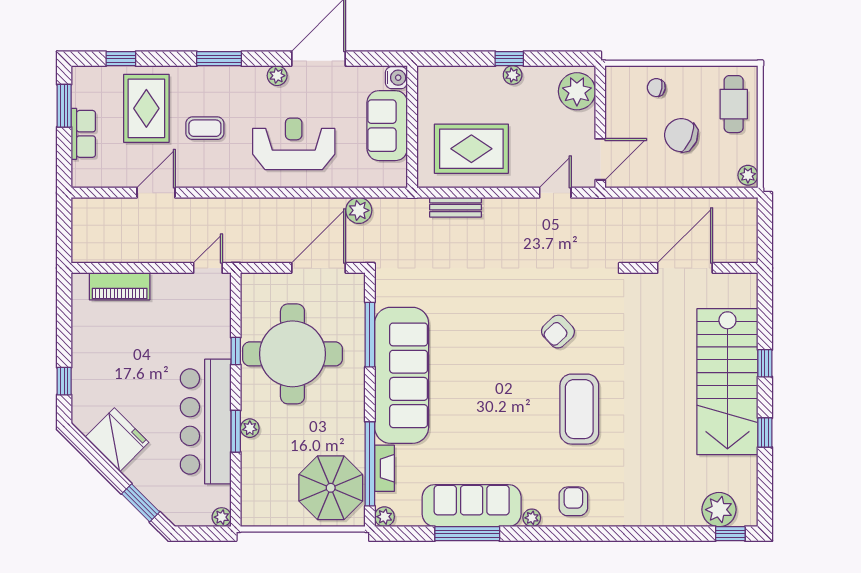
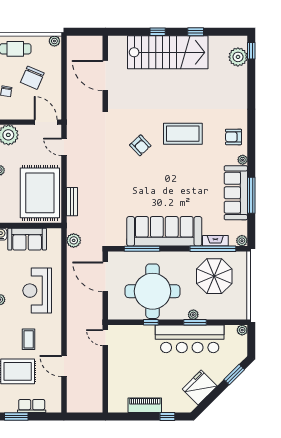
rug: (471, 149) -> (40, 193), width x1.37, depth x1.44
plant: (359, 210) -> (74, 240), moved
piano: (120, 286) -> (145, 405), moved, turned -90
parasol: (331, 488) -> (214, 276), moved

